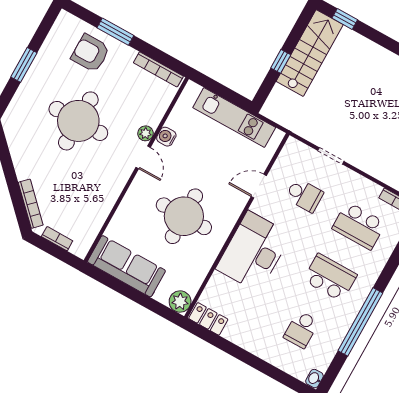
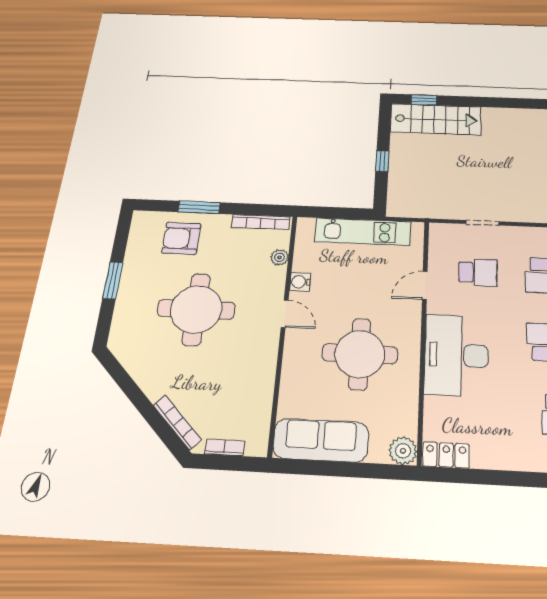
stairs: (310, 53) -> (436, 119), moved, turned 90
plant: (145, 133) -> (280, 257), moved

